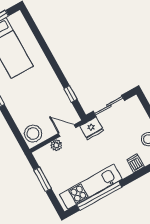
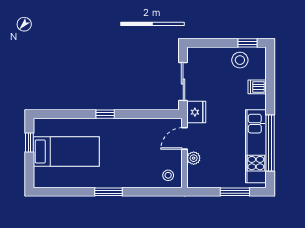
window: (71, 94) -> (105, 114), moved
stool: (33, 134) -> (168, 175), width x0.53, depth x0.53
window: (43, 179) -> (235, 192), moved

